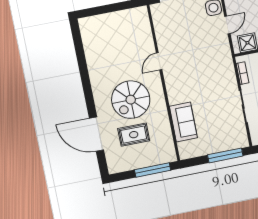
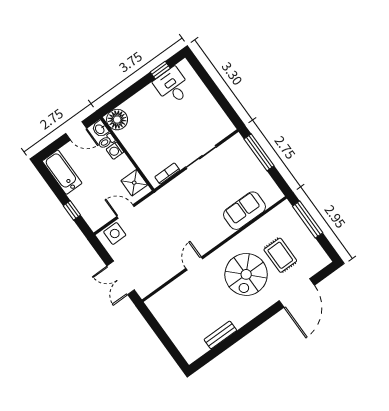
bench: (91, 56) -> (220, 335), added
door: (159, 61) -> (194, 264), swing flipped
spiral stairs: (131, 100) -> (246, 274), turned 90

